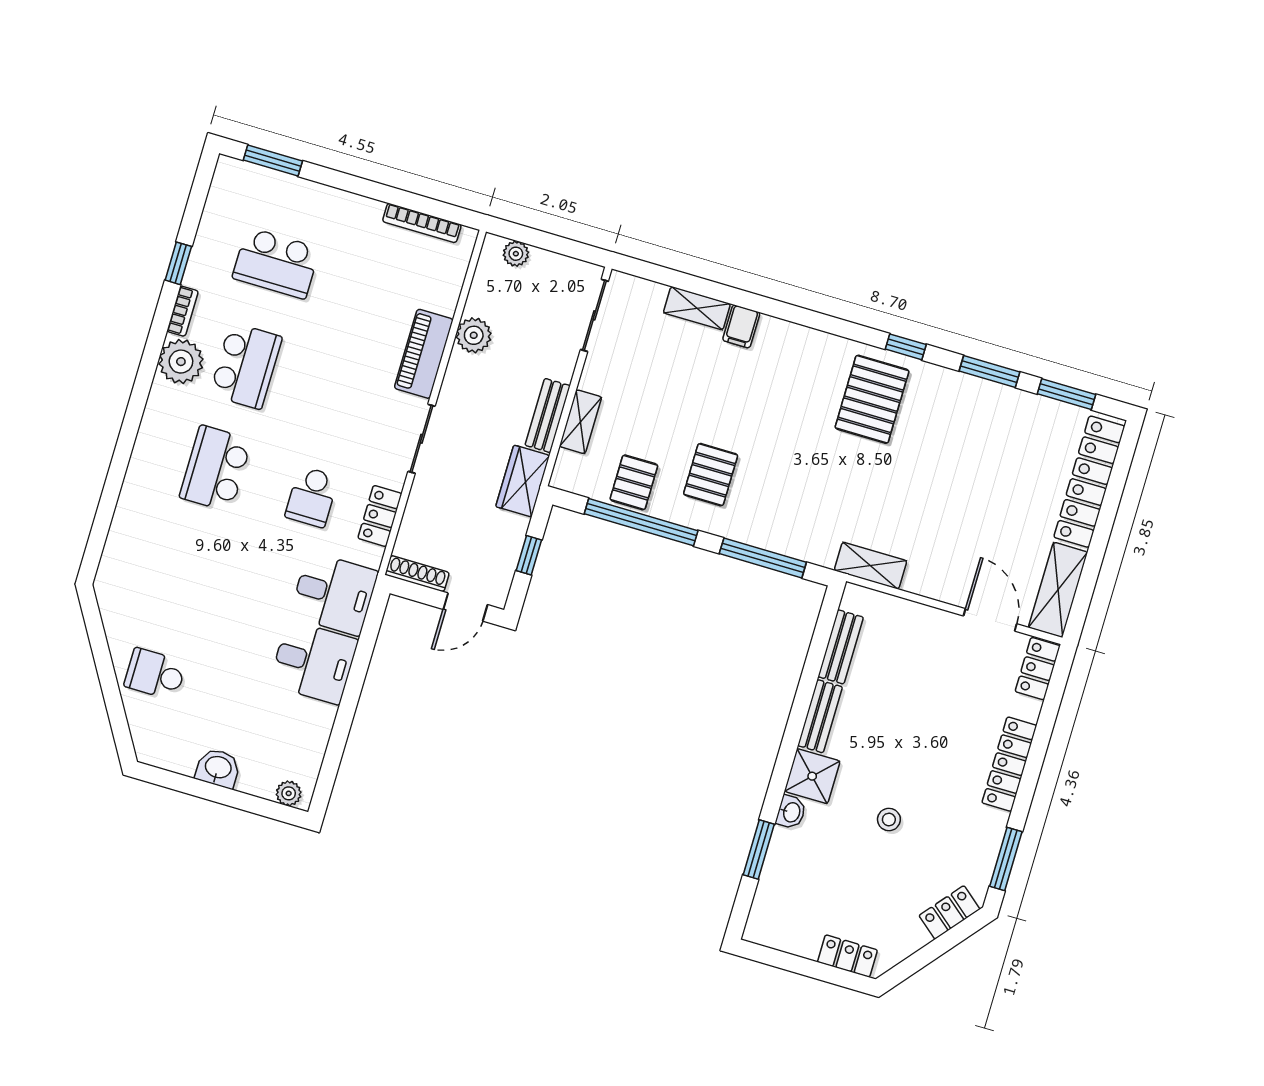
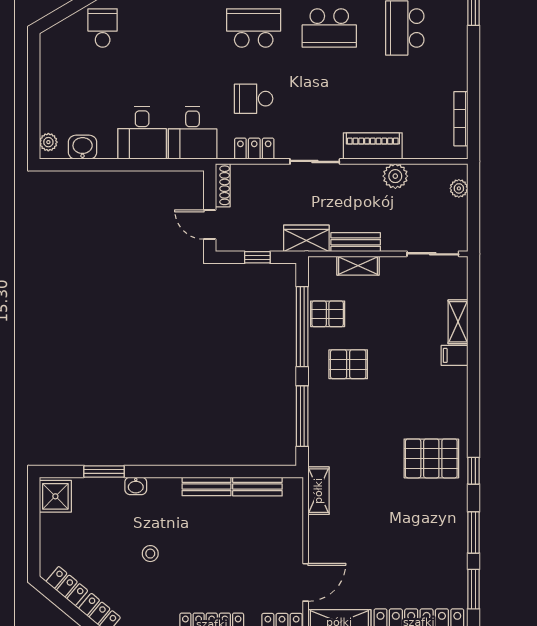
washbasin: (218, 768) -> (83, 147), moved, turned -90
shower: (812, 776) -> (55, 496), moved
locker: (847, 956) -> (67, 586), moved, turned -50

